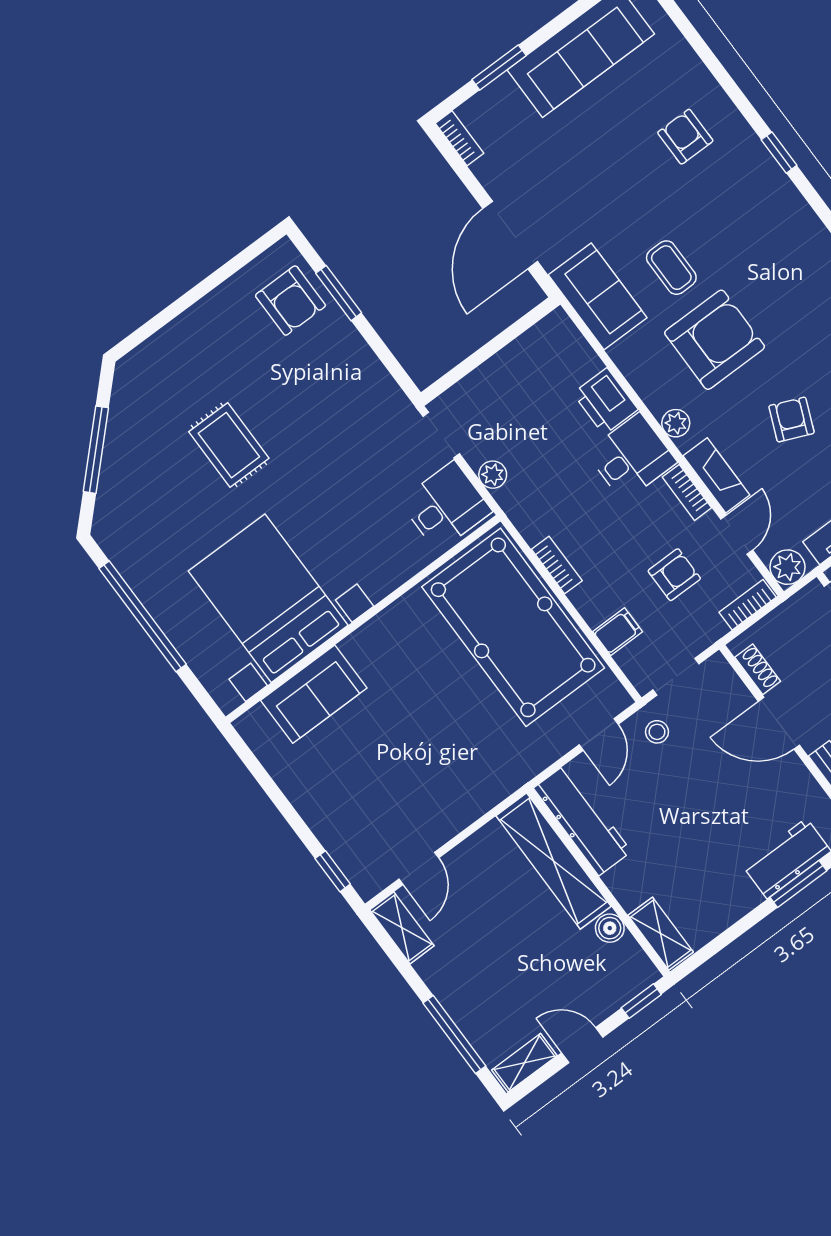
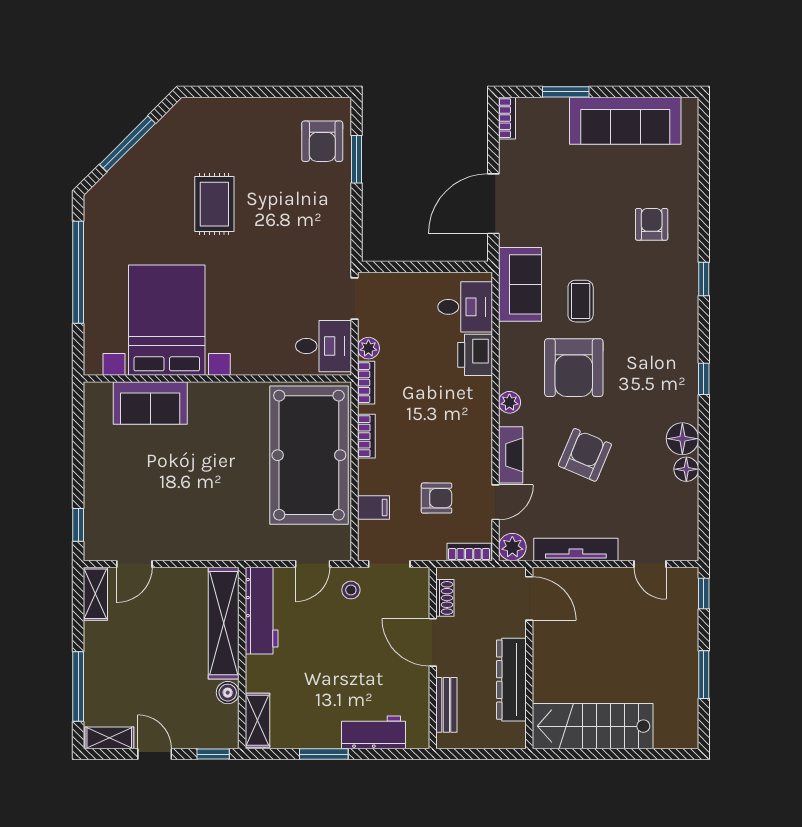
armchair: (715, 340) -> (574, 368), turned 90
armchair: (791, 419) -> (585, 455), width x1.38, depth x1.38
desk: (632, 457) -> (465, 307), moved
bookcase: (687, 492) -> (366, 383), moved, turned 180
window: (798, 884) -> (324, 754), moved

